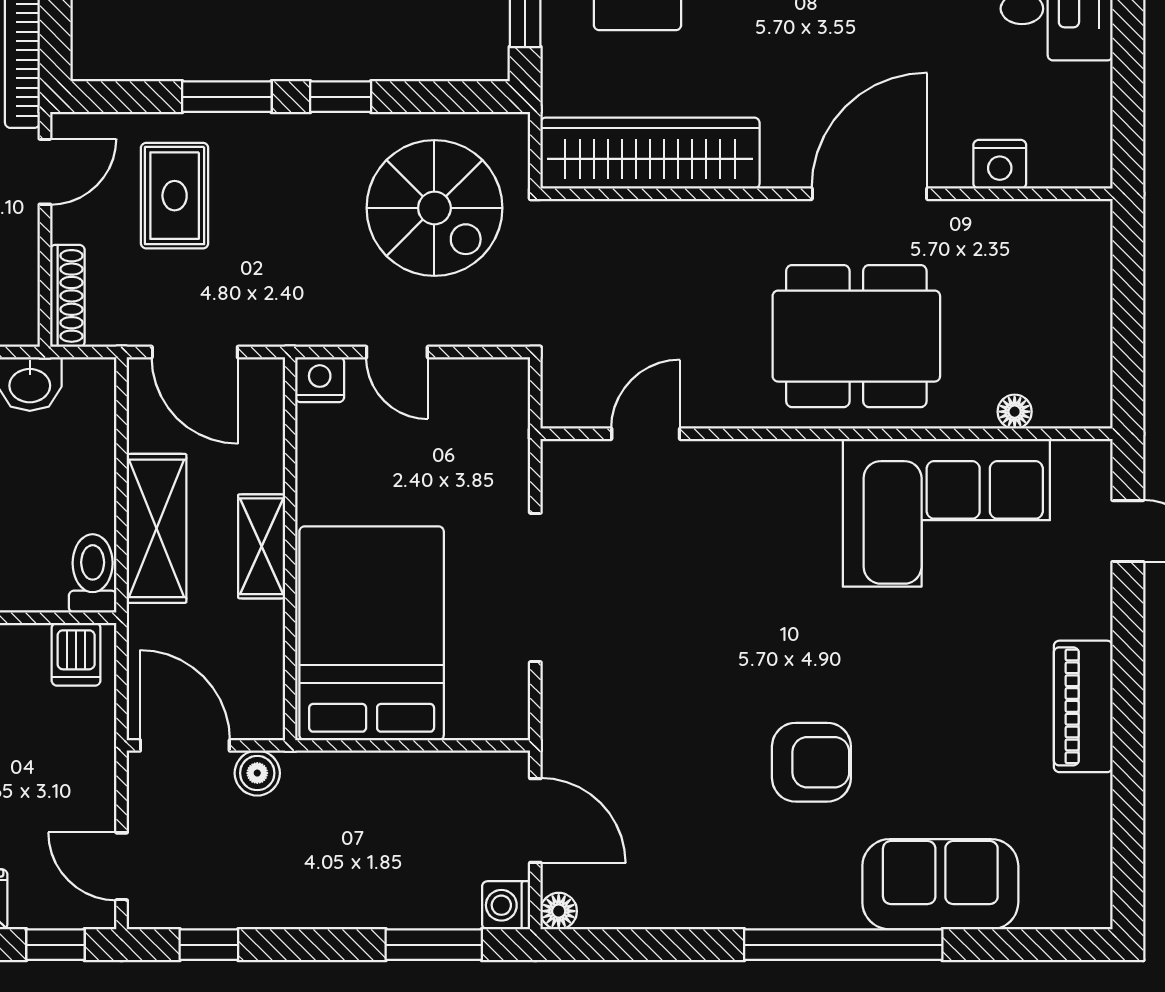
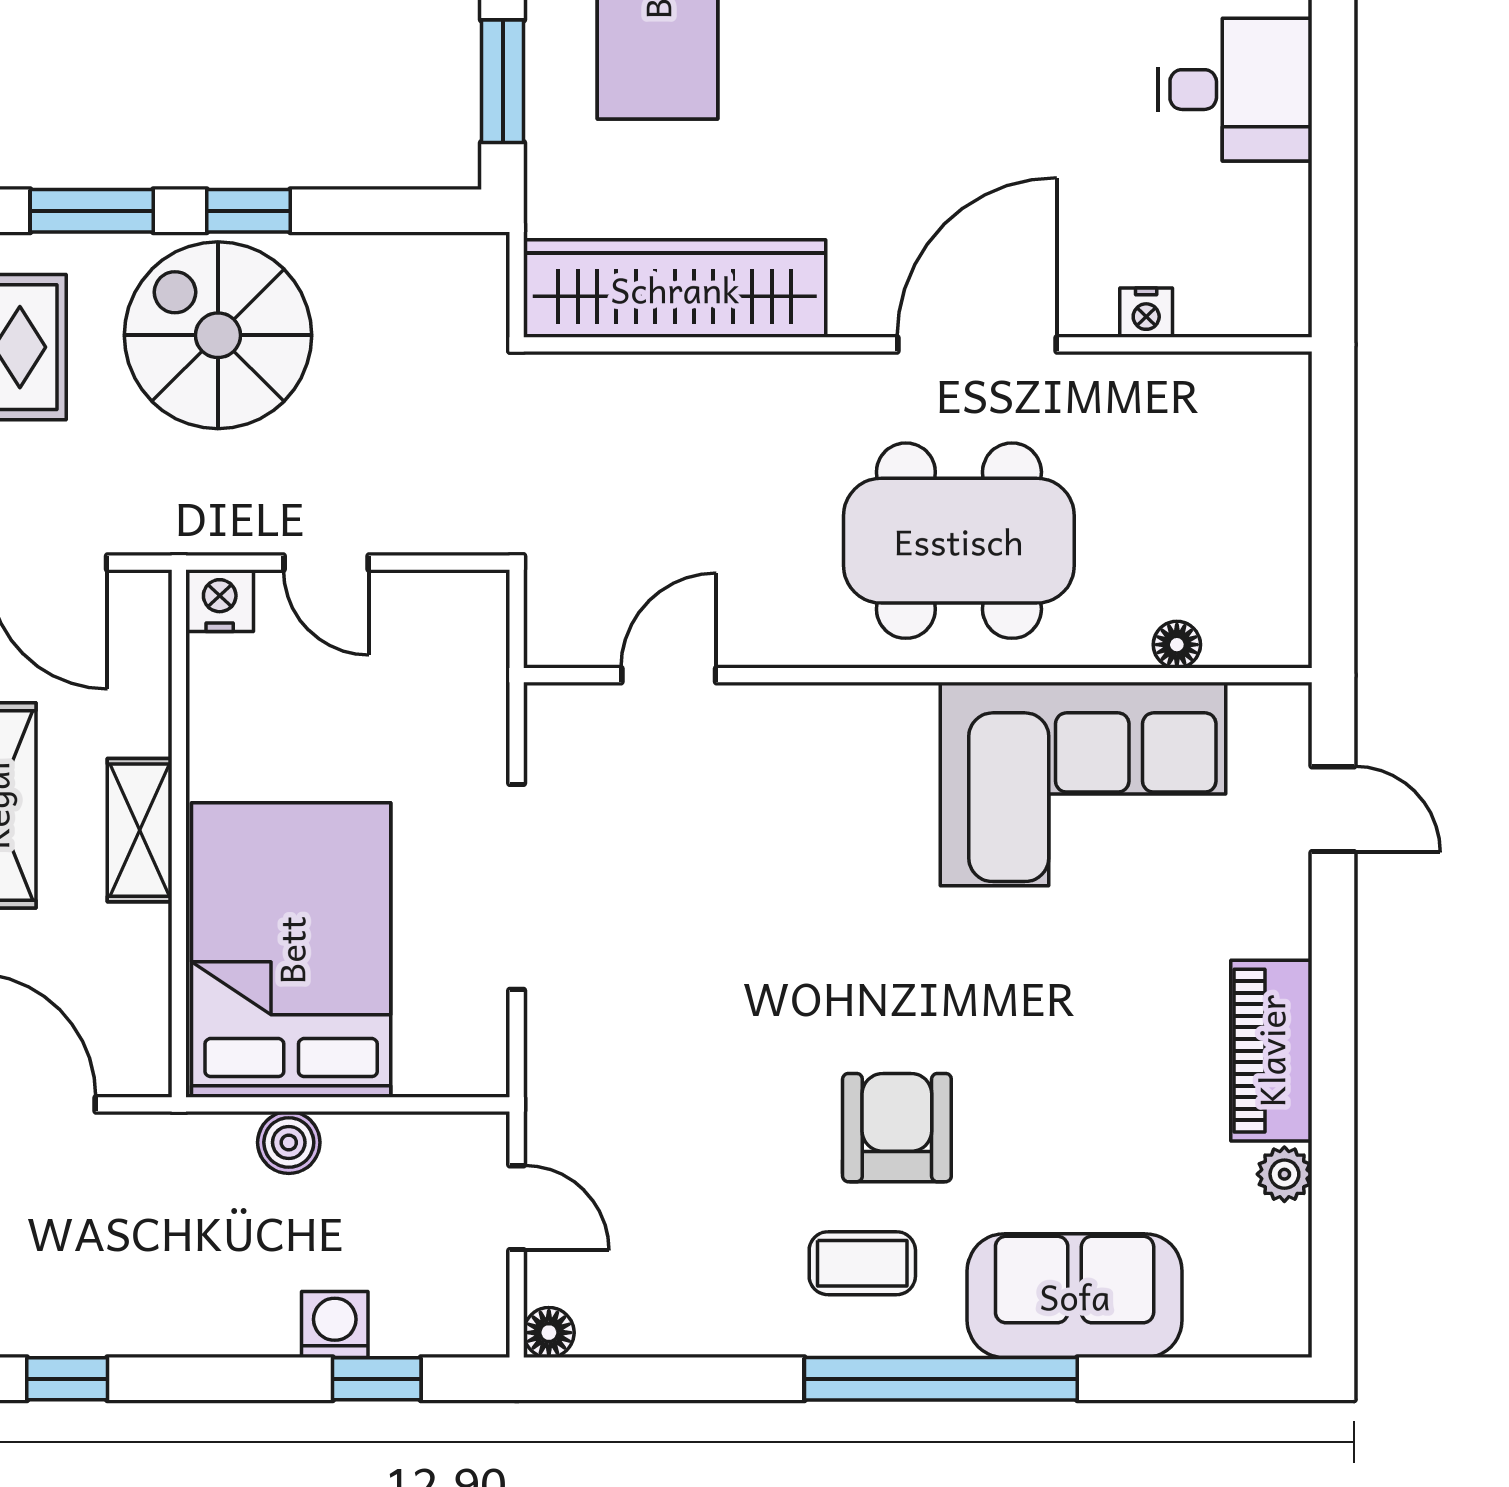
nightstand: (1000, 164) -> (1146, 313), width x0.72, depth x0.74
spiral stairs: (434, 208) -> (218, 335), moved, turned 180
armchair: (811, 762) -> (897, 1128), turned -90
boiler: (257, 773) -> (289, 1142), moved
plant: (1093, 796) -> (1284, 1174), added
door: (535, 820) -> (517, 1208), width x0.73
coffee table: (786, 861) -> (862, 1263), added
washing machine: (506, 905) -> (335, 1325), moved, turned 90
window: (434, 945) -> (377, 1379), width x0.67

